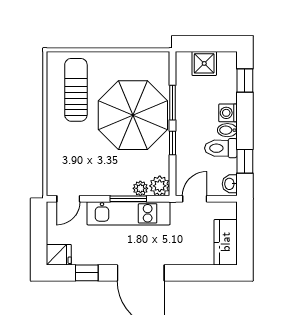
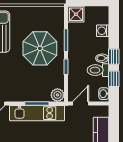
shower: (204, 63) -> (76, 14), moved
window: (245, 81) -> (114, 57), moved
washing machine: (228, 113) -> (103, 31), moved
parasol: (133, 115) -> (40, 48), width x0.73, depth x0.73
plant: (140, 188) -> (45, 97), removed

